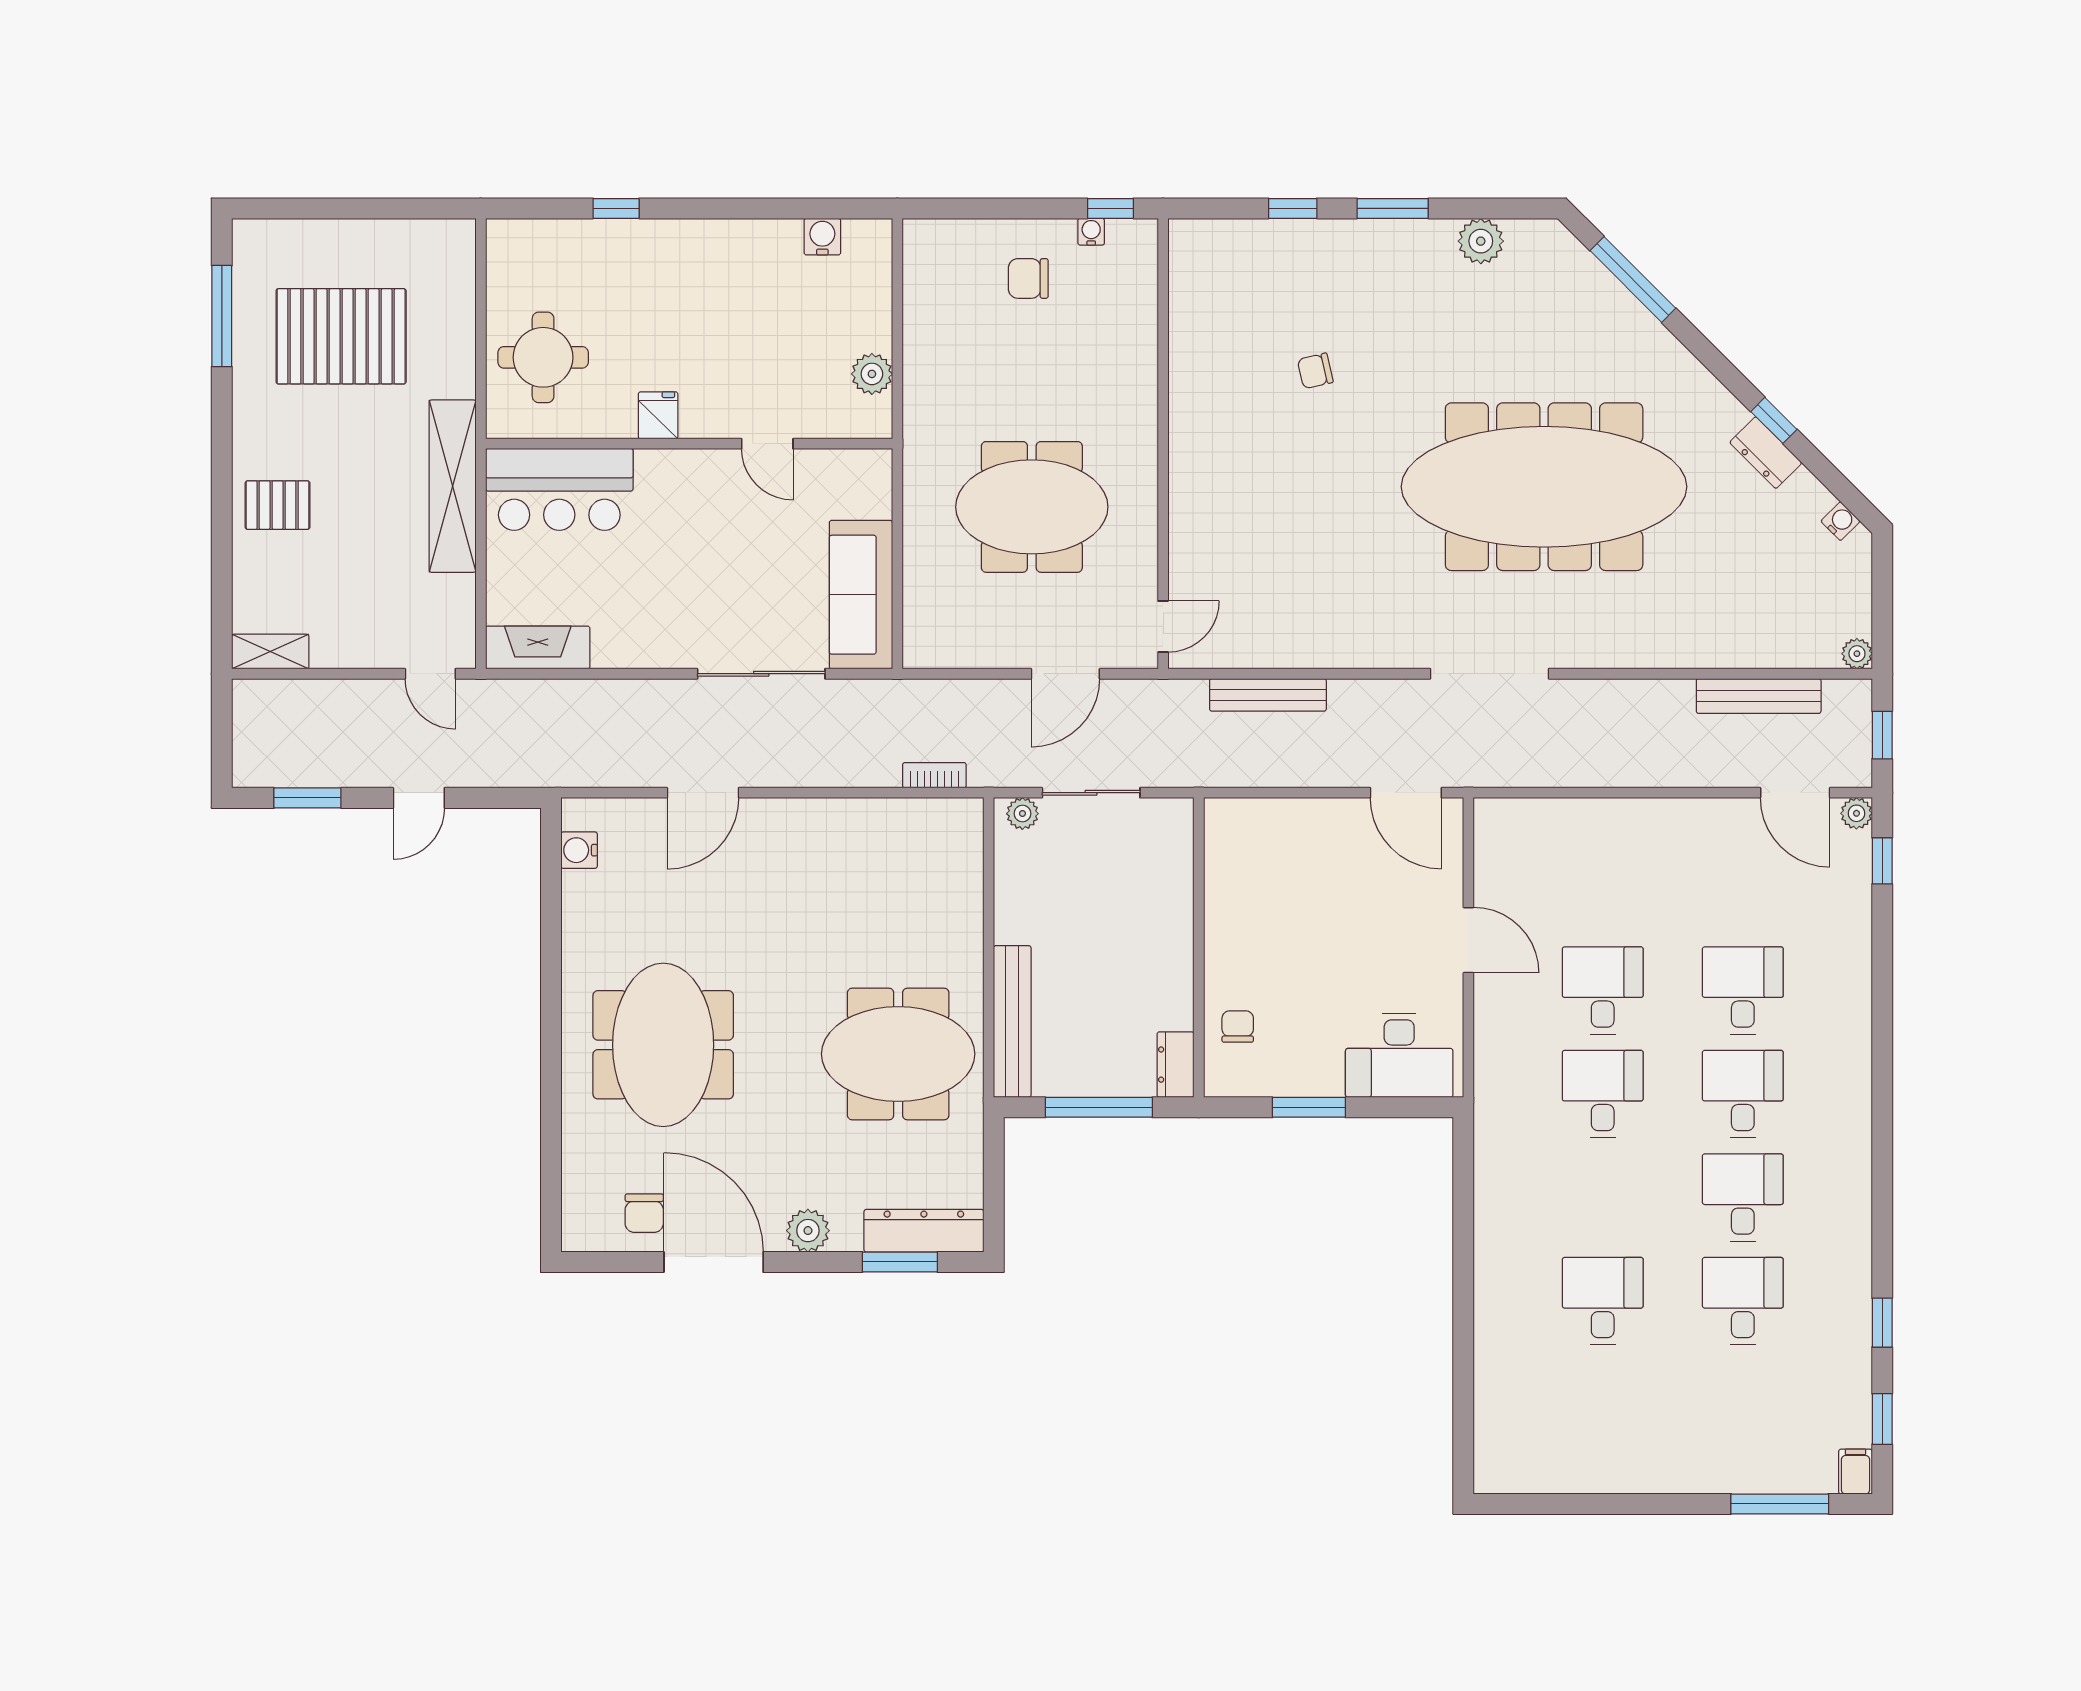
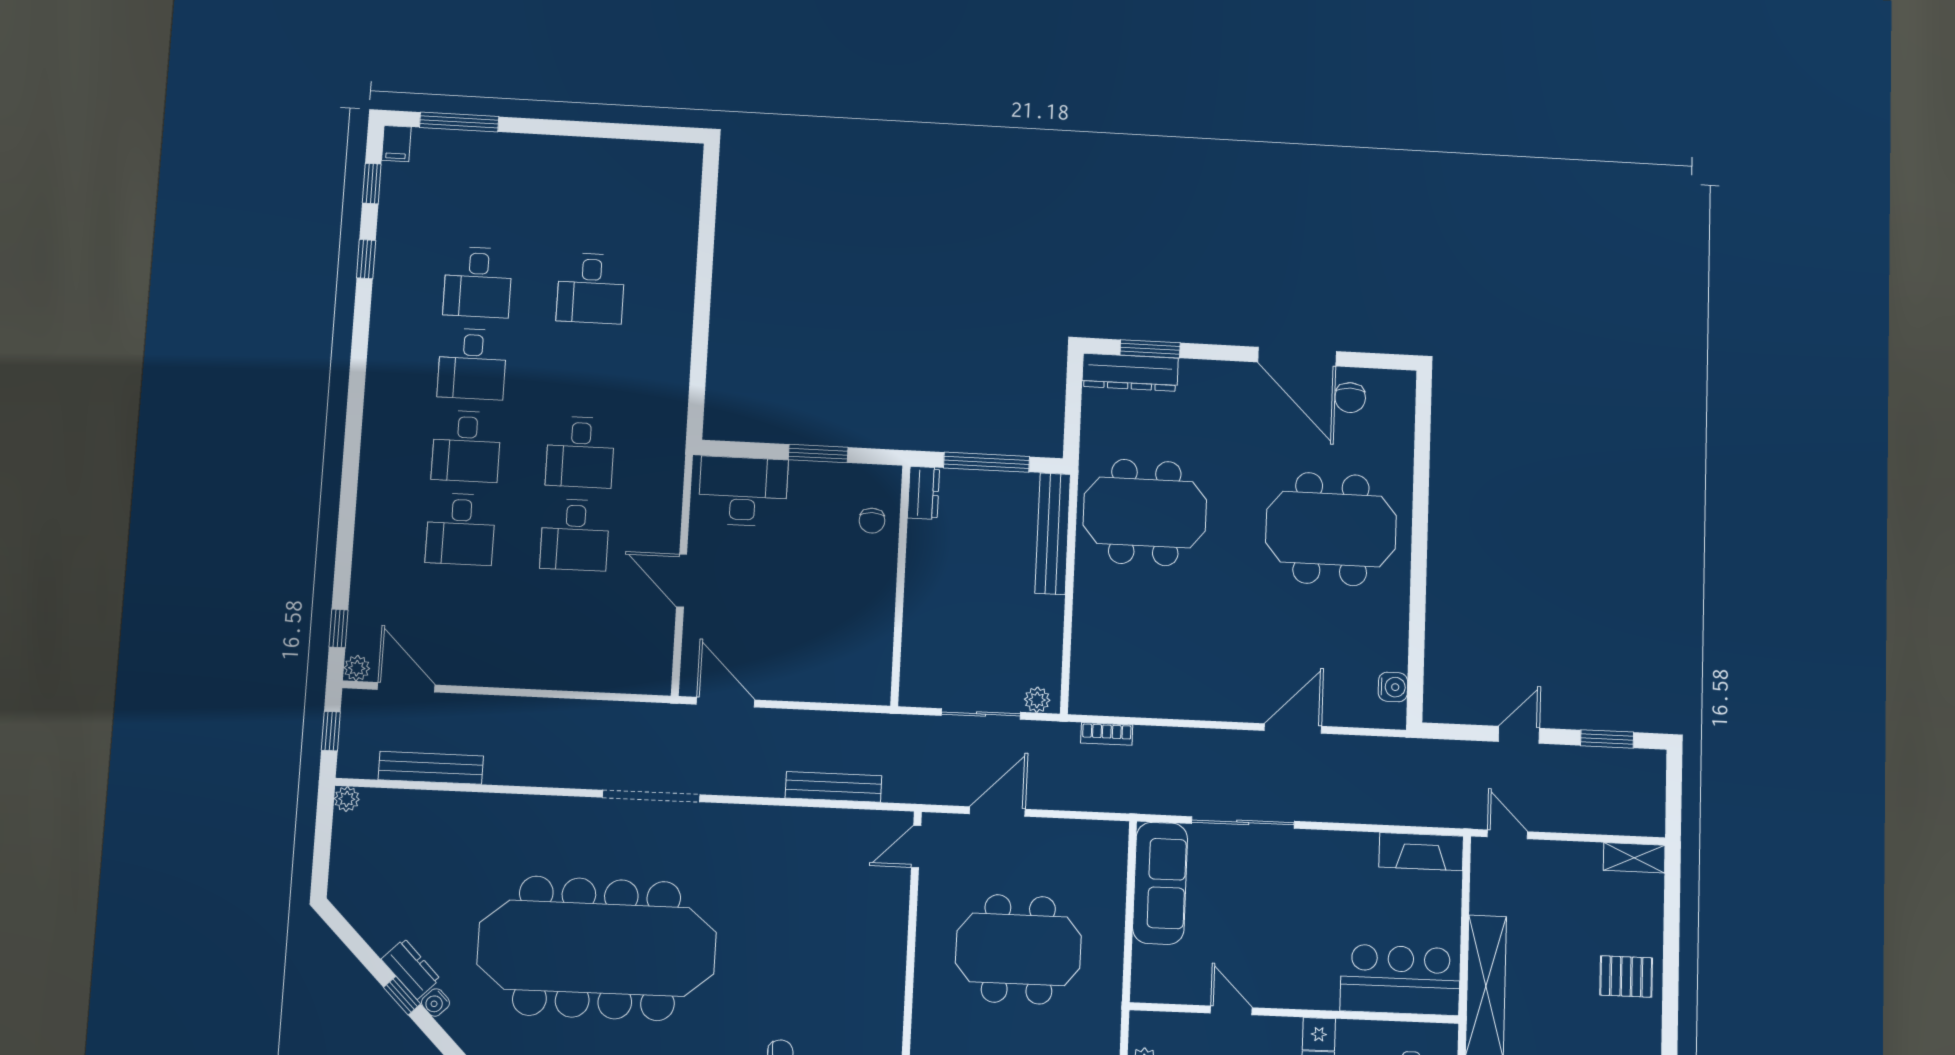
water cooler: (1841, 521) -> (435, 1003), moved
meeting table: (663, 1045) -> (1331, 529), turned 90
chair: (644, 1213) -> (1350, 398), turned 180
plant: (808, 1231) -> (1222, 377), removed

